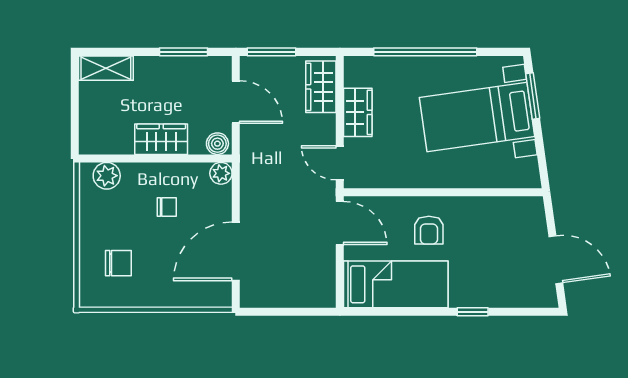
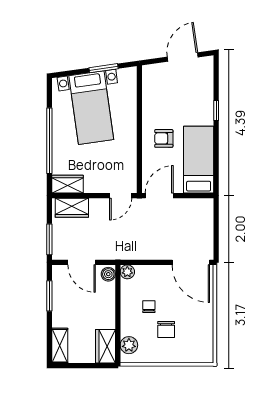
window: (533, 96) -> (104, 68), moved
door: (236, 102) -> (82, 262), swing flipped
wardrobe: (358, 112) -> (67, 184), moved
wardrobe: (161, 139) -> (105, 346), moved
armchair: (429, 230) -> (164, 138), turned 180
door: (236, 251) -> (191, 262), moved
chair: (118, 263) -> (166, 329), moved, turned 180

